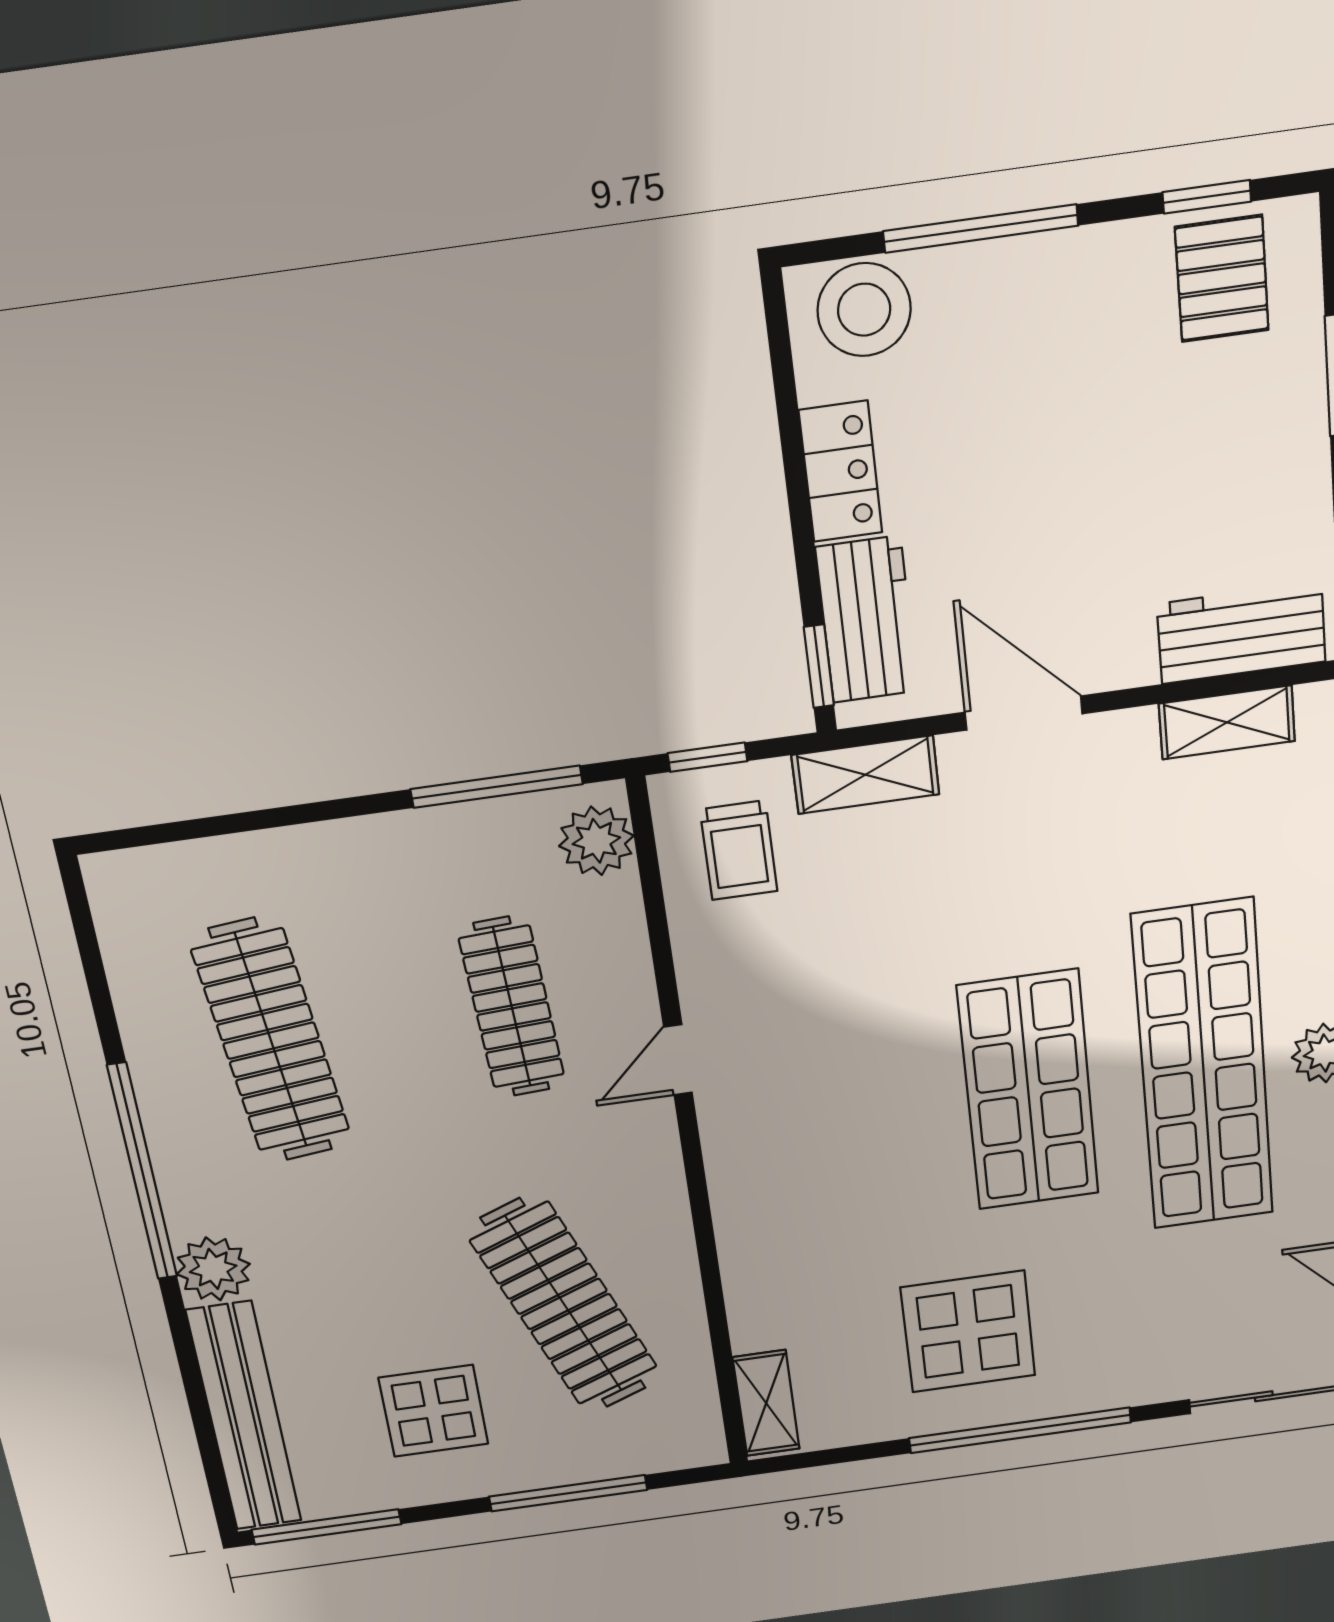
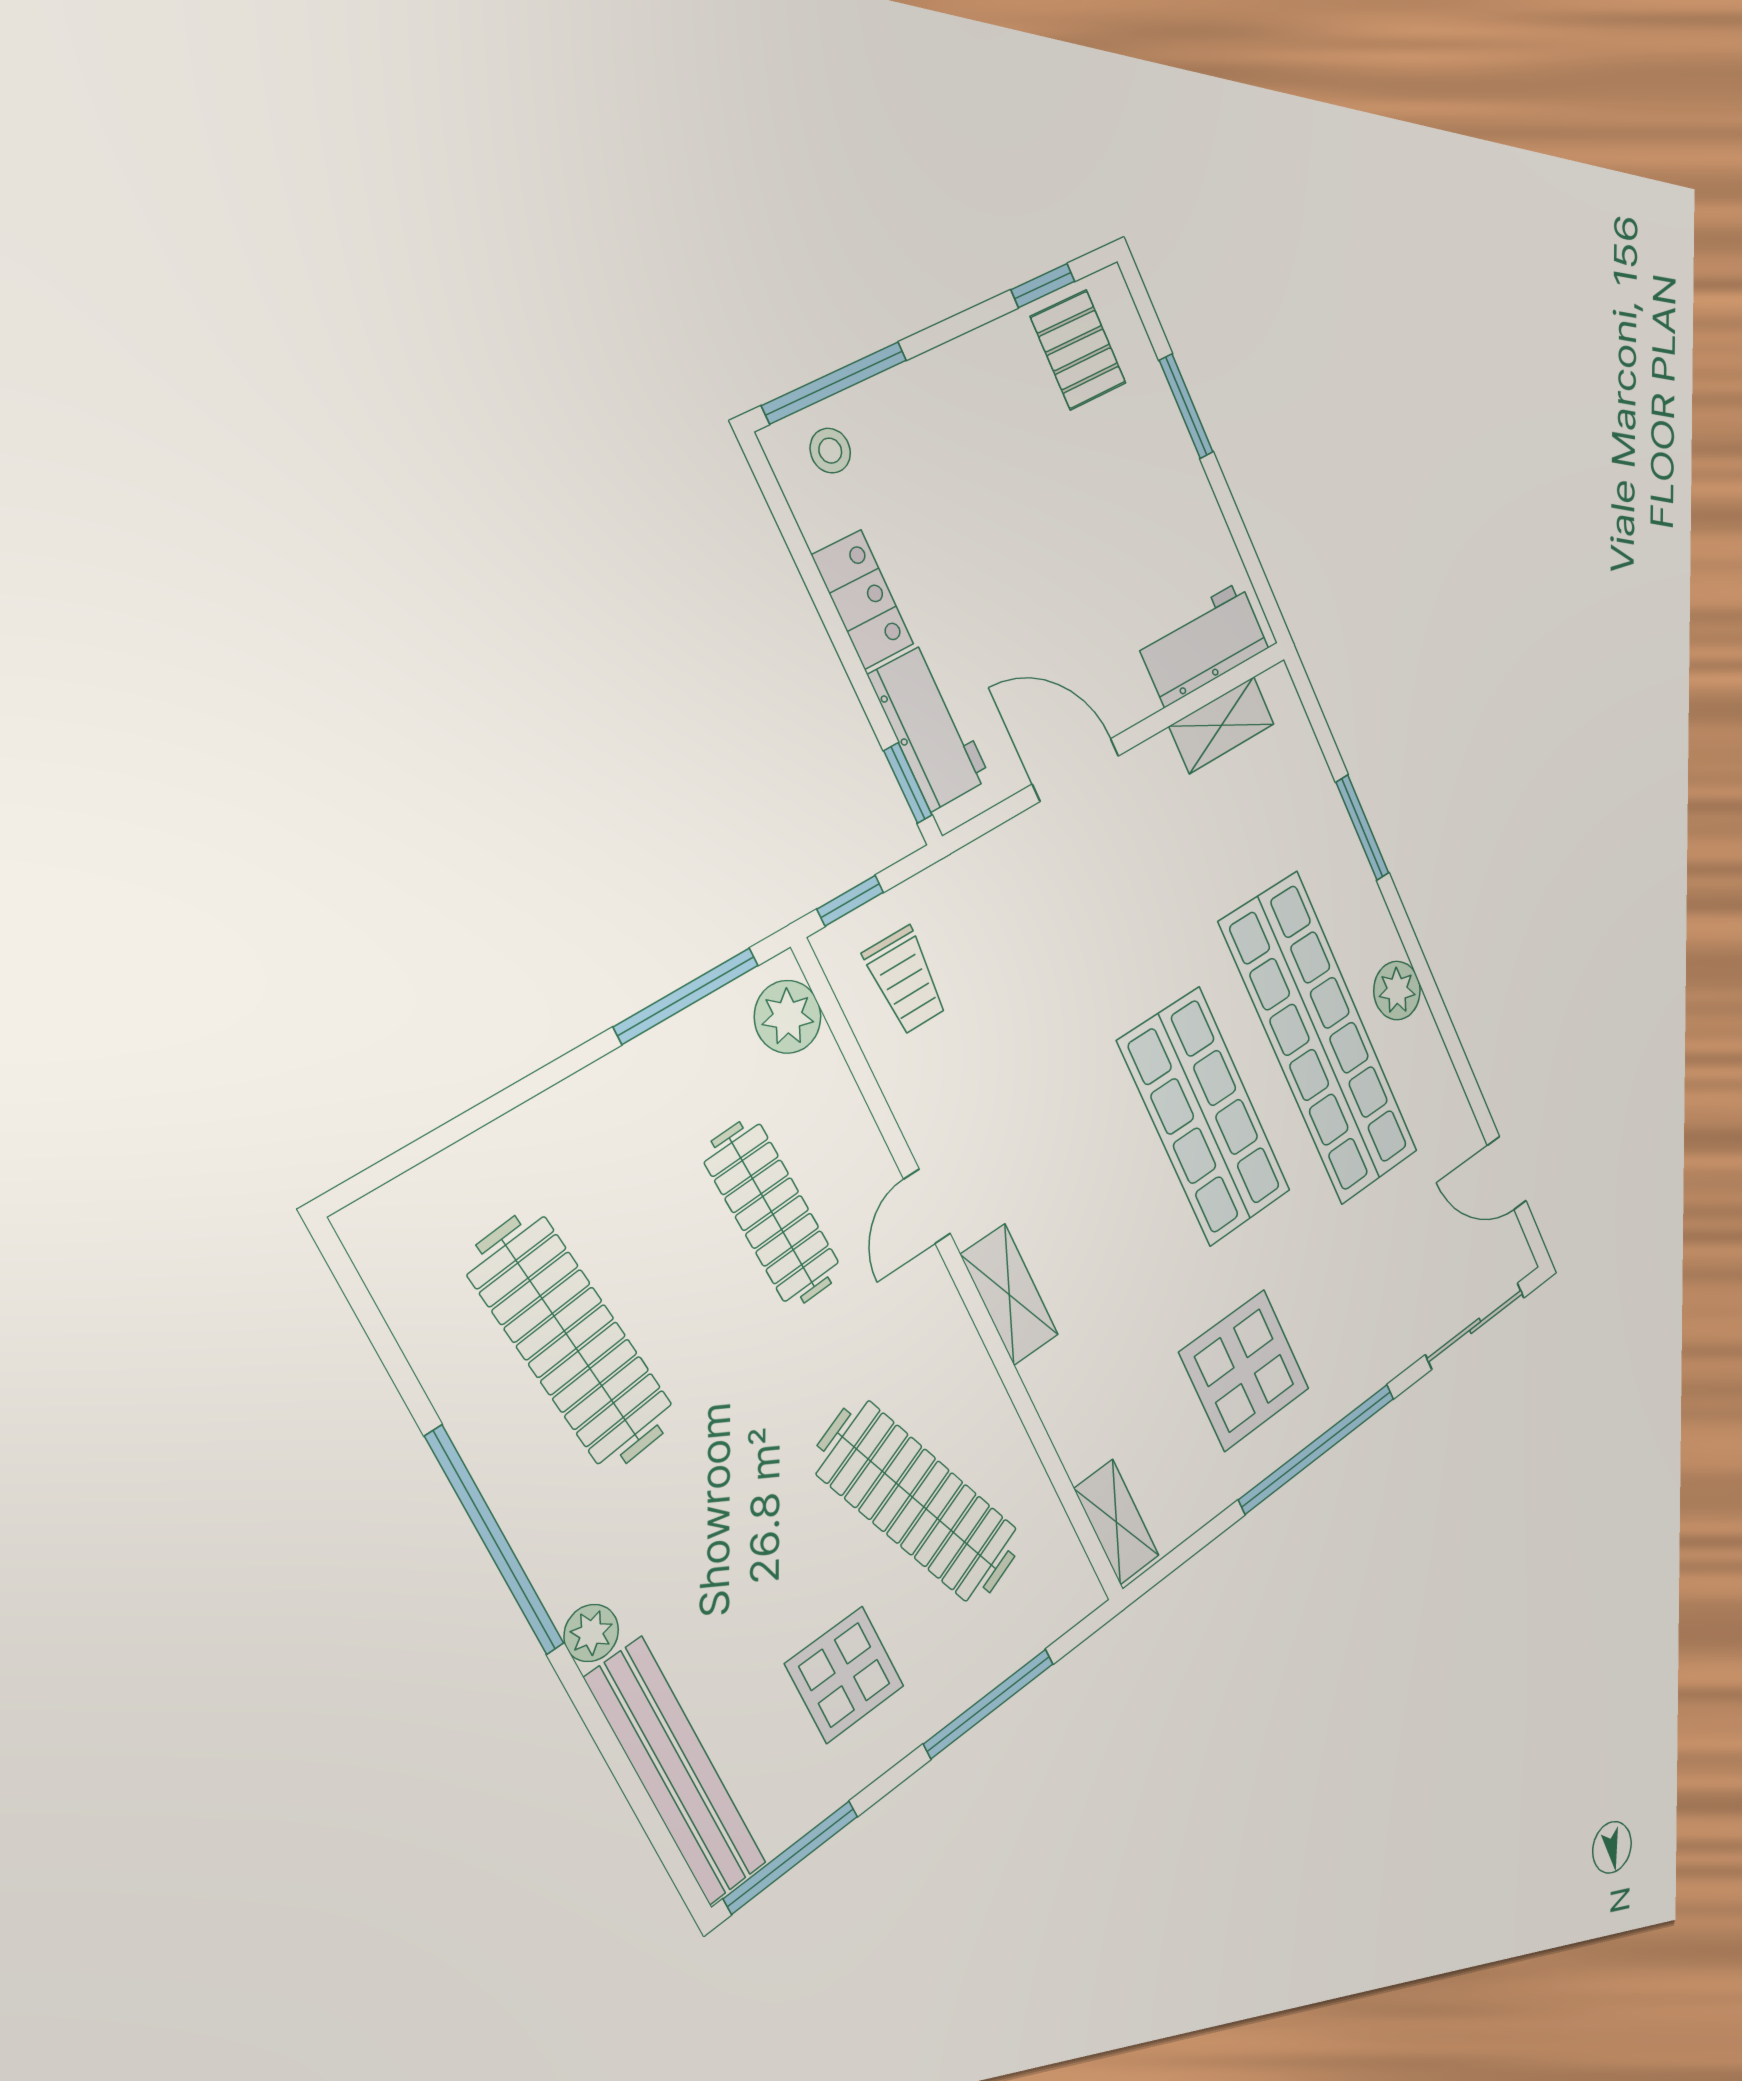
window: (981, 228) -> (835, 383), moved
stool: (864, 310) -> (830, 451), width x0.53, depth x0.53
shelving: (865, 775) -> (1009, 1295), moved, turned 90
plant: (213, 1269) -> (591, 1633), width x0.73, depth x0.73

